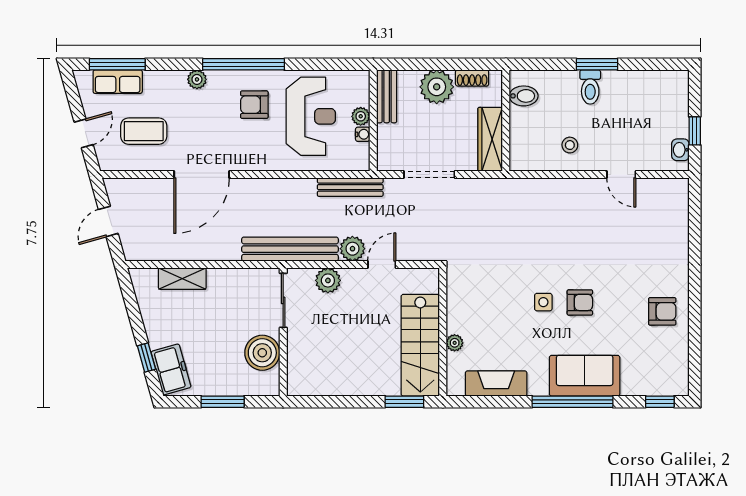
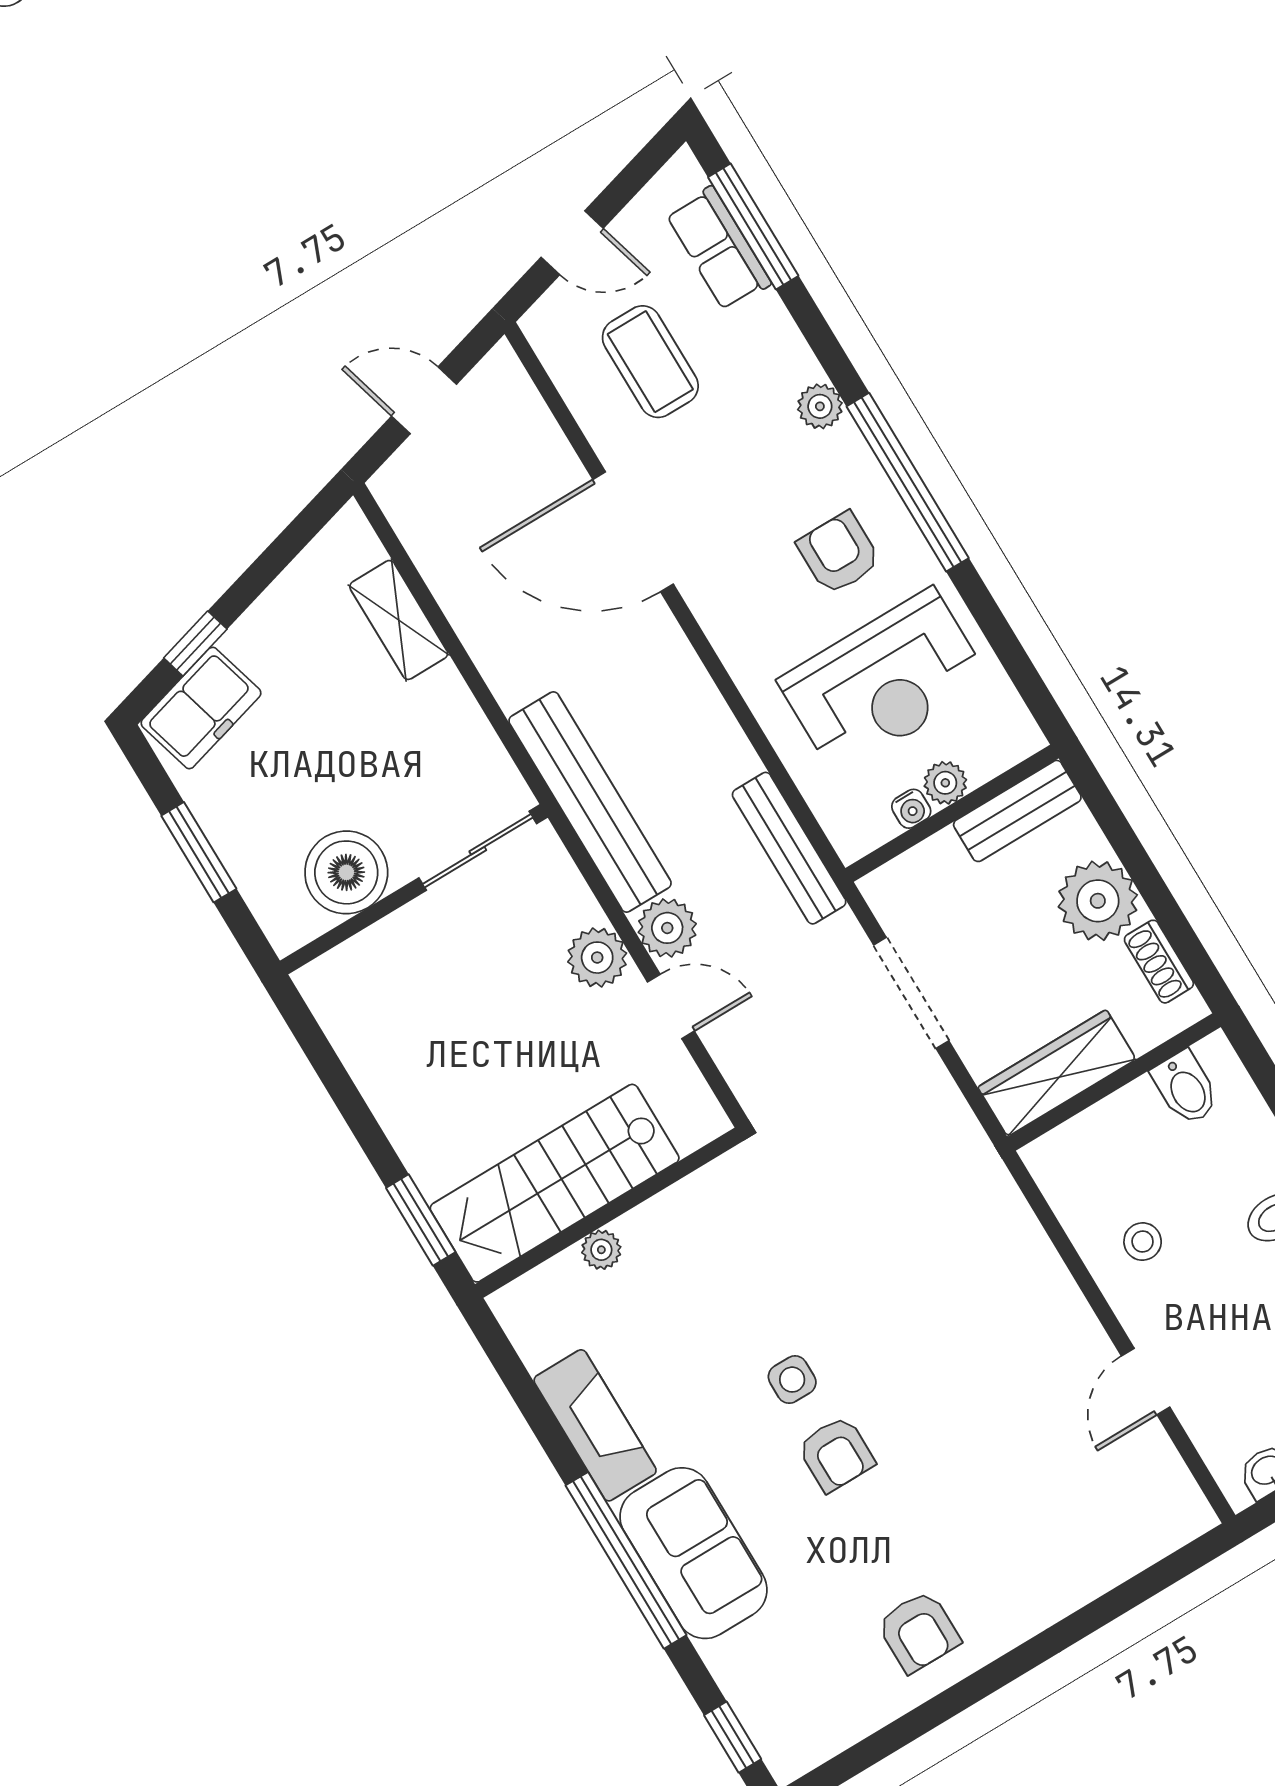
plant: (328, 280) -> (597, 958), moved
fireplace: (496, 383) -> (595, 1425), moved

